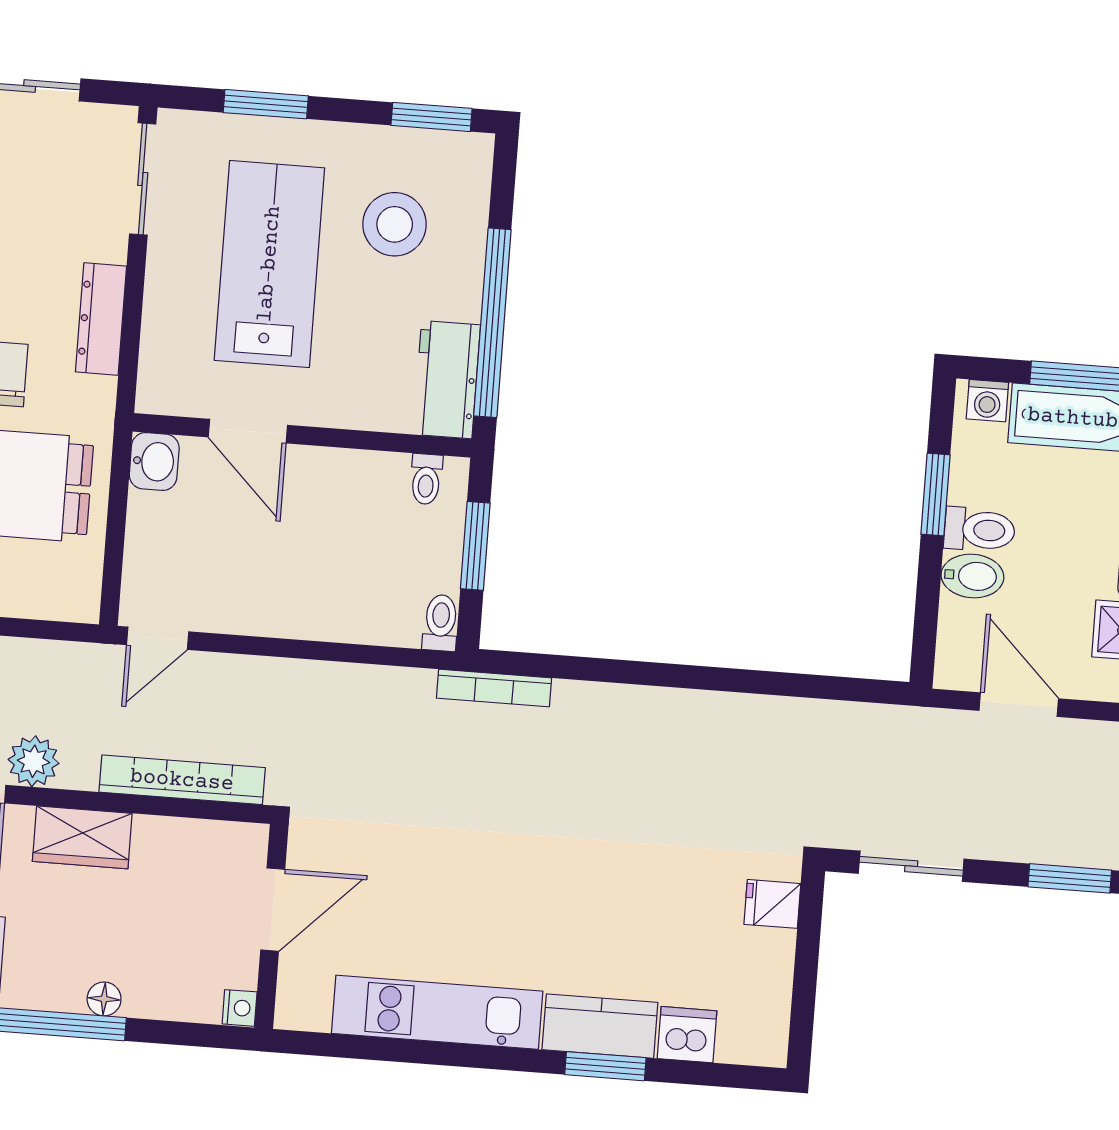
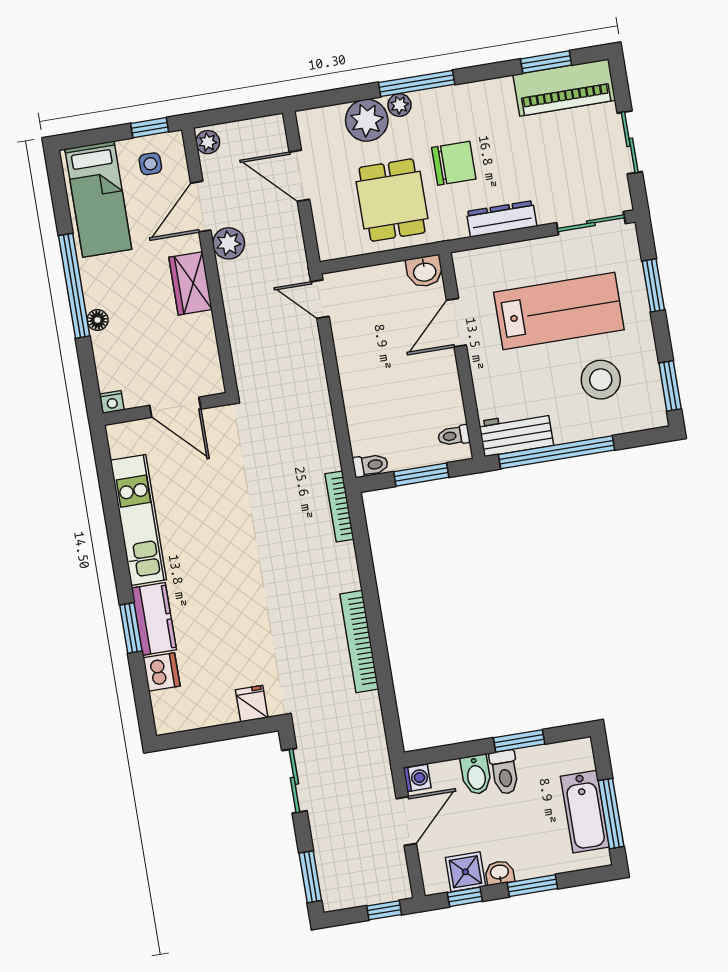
washing machine: (987, 401) -> (417, 778), moved, turned 180
bookcase: (182, 780) -> (359, 642), moved, turned 180

